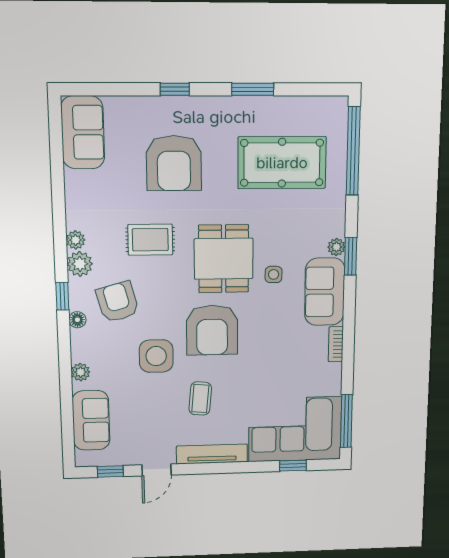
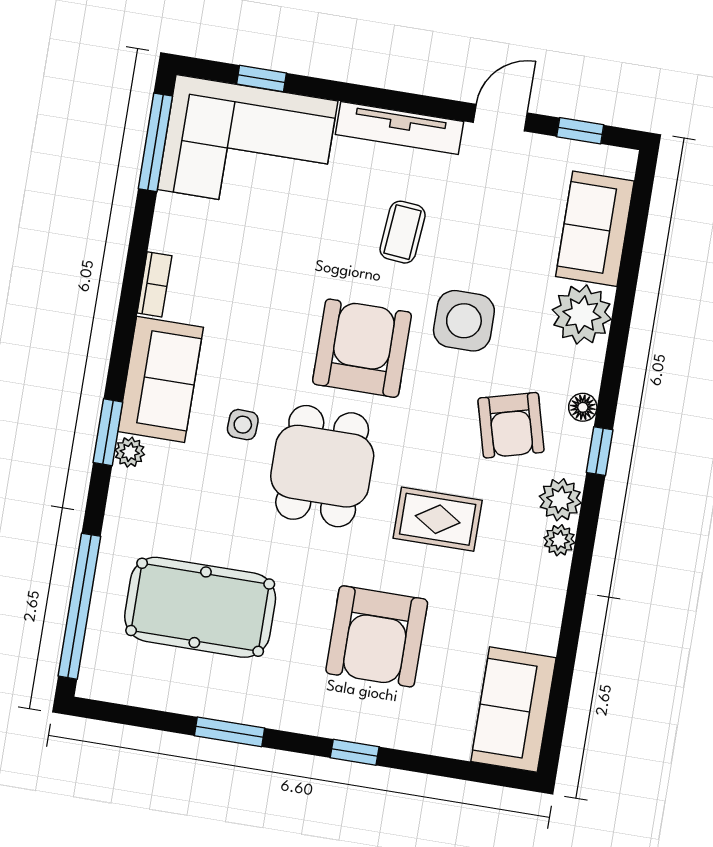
armchair: (174, 163) -> (377, 636), turned 180
plant: (81, 372) -> (582, 314), width x1.88, depth x1.88

